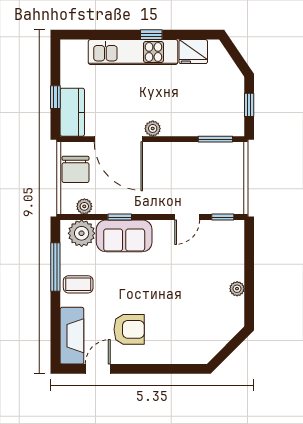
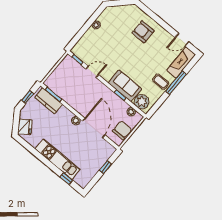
window: (151, 35) -> (66, 179), moved
fridge: (193, 52) -> (25, 127), moved, turned 56
kitchen counter: (72, 112) -> (49, 101), moved, turned -90
window: (55, 267) -> (176, 83), moved
armchair: (129, 329) -> (143, 32), moved

